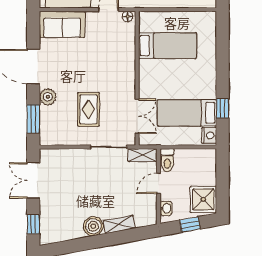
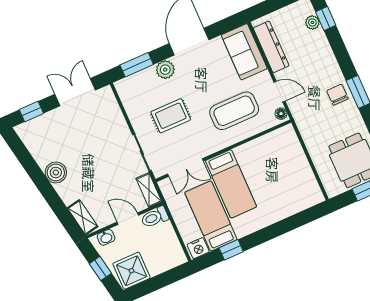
bed: (168, 46) -> (231, 184), moved
coffee table: (108, 55) -> (234, 111), added
shelving: (119, 224) -> (83, 217), moved

